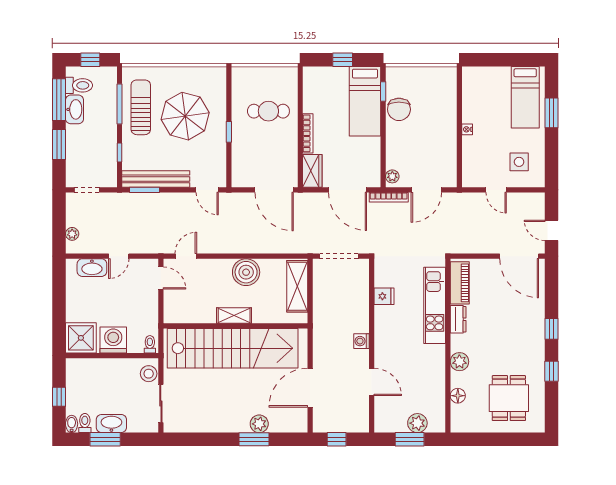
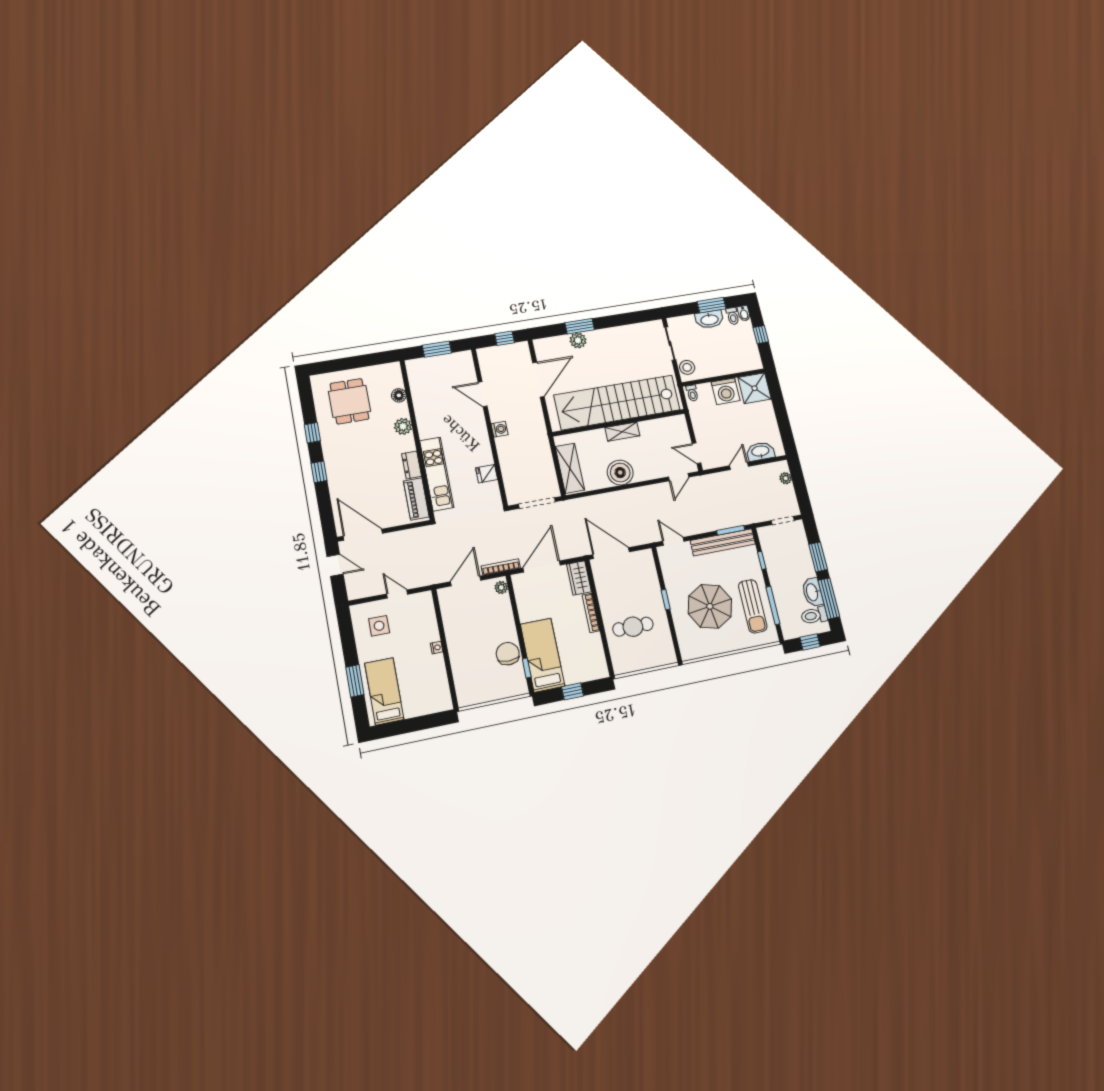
door: (347, 190) -> (542, 566), hinge flipped
plant: (417, 423) -> (432, 365), removed

